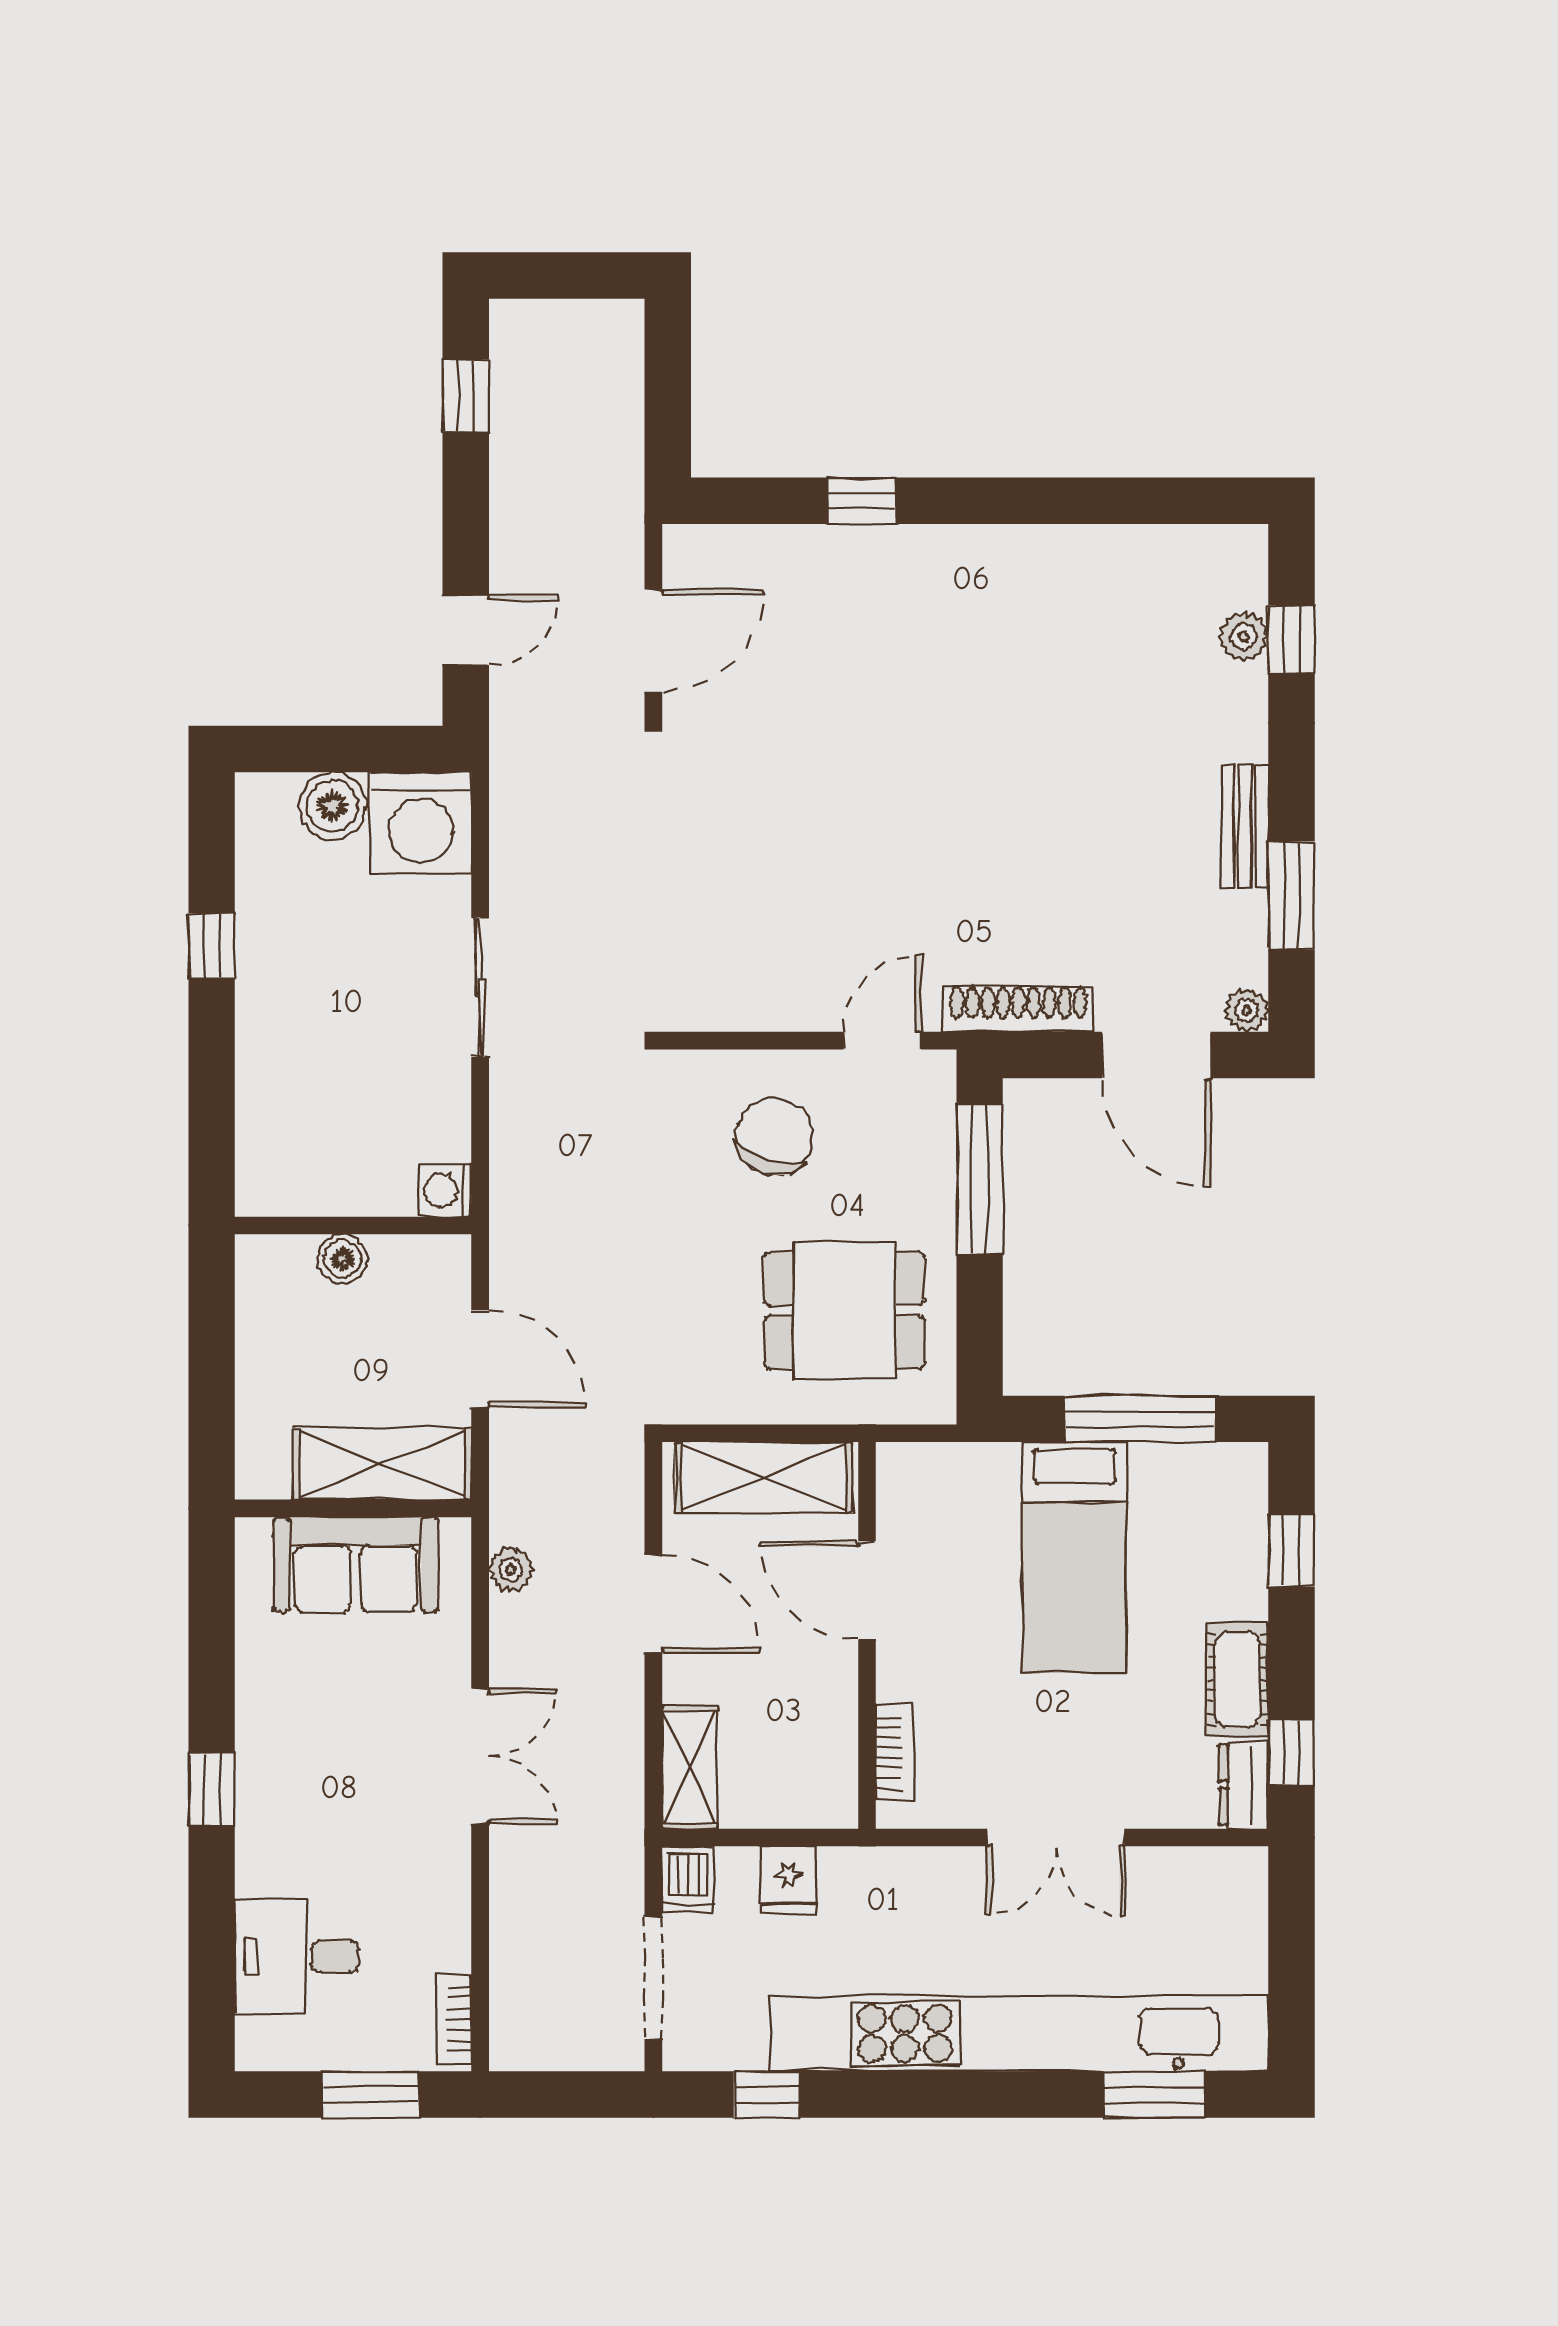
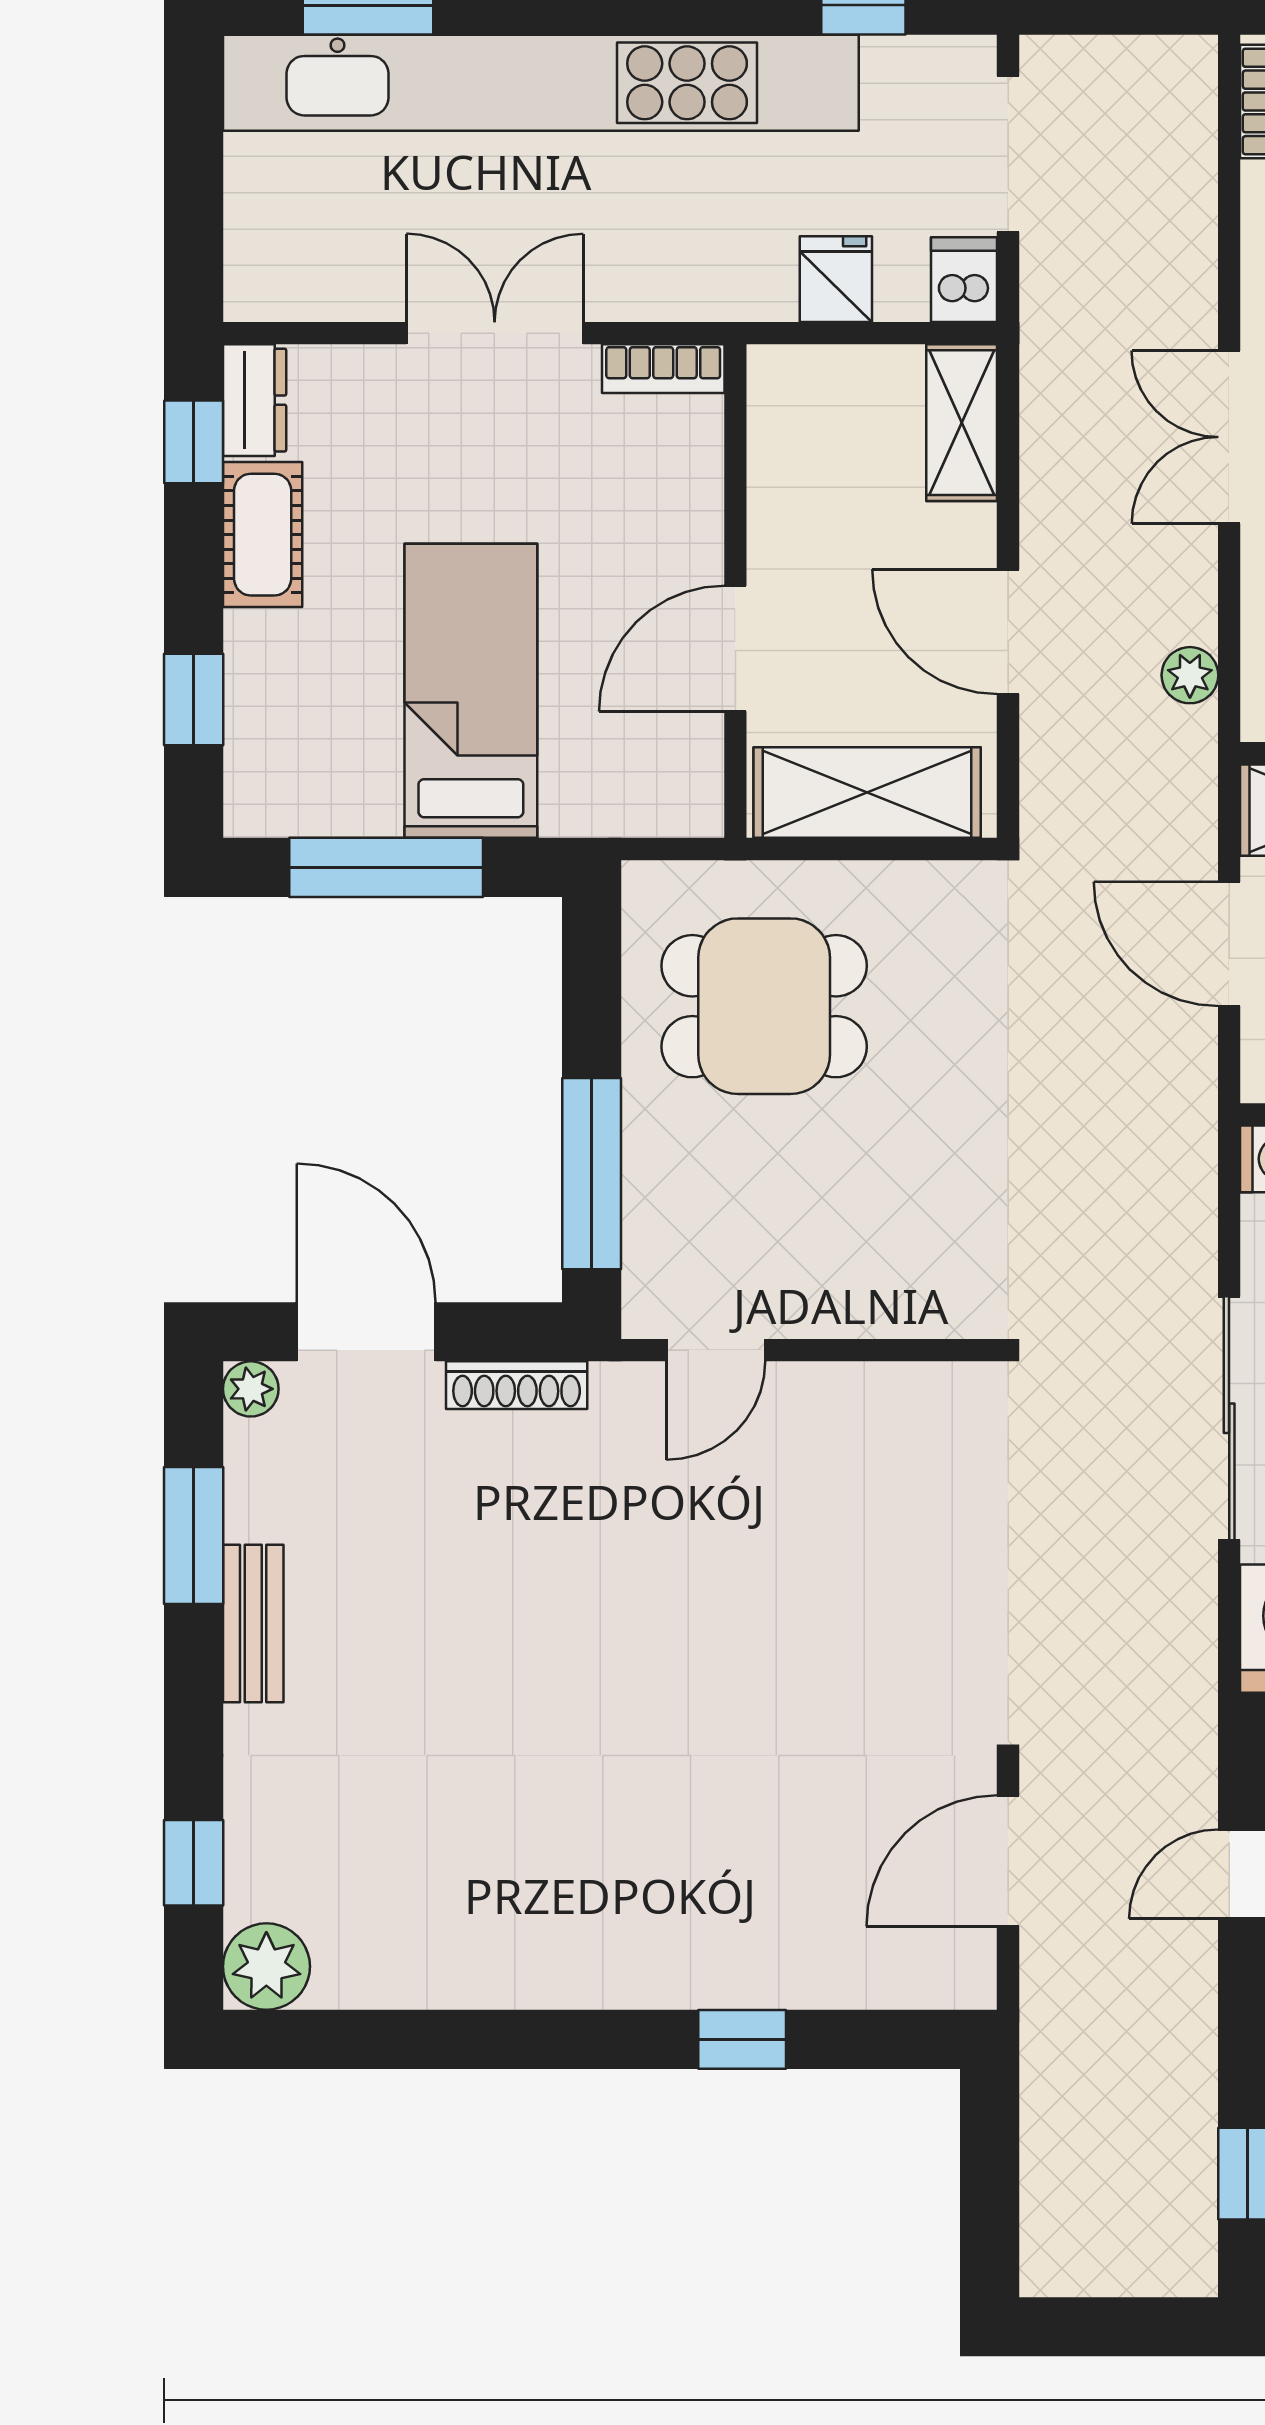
plant: (1244, 637) -> (266, 1966), moved, width x1.38, depth x1.38
sliding door: (480, 987) -> (1229, 1418), width x1.37
shoe rack: (1019, 1009) -> (517, 1385), width x0.74, depth x0.81
chair: (775, 1137) -> (853, 1228), removed
door: (867, 1590) -> (735, 649), swing flipped
bookcase: (895, 1752) -> (663, 369), moved, turned -90

